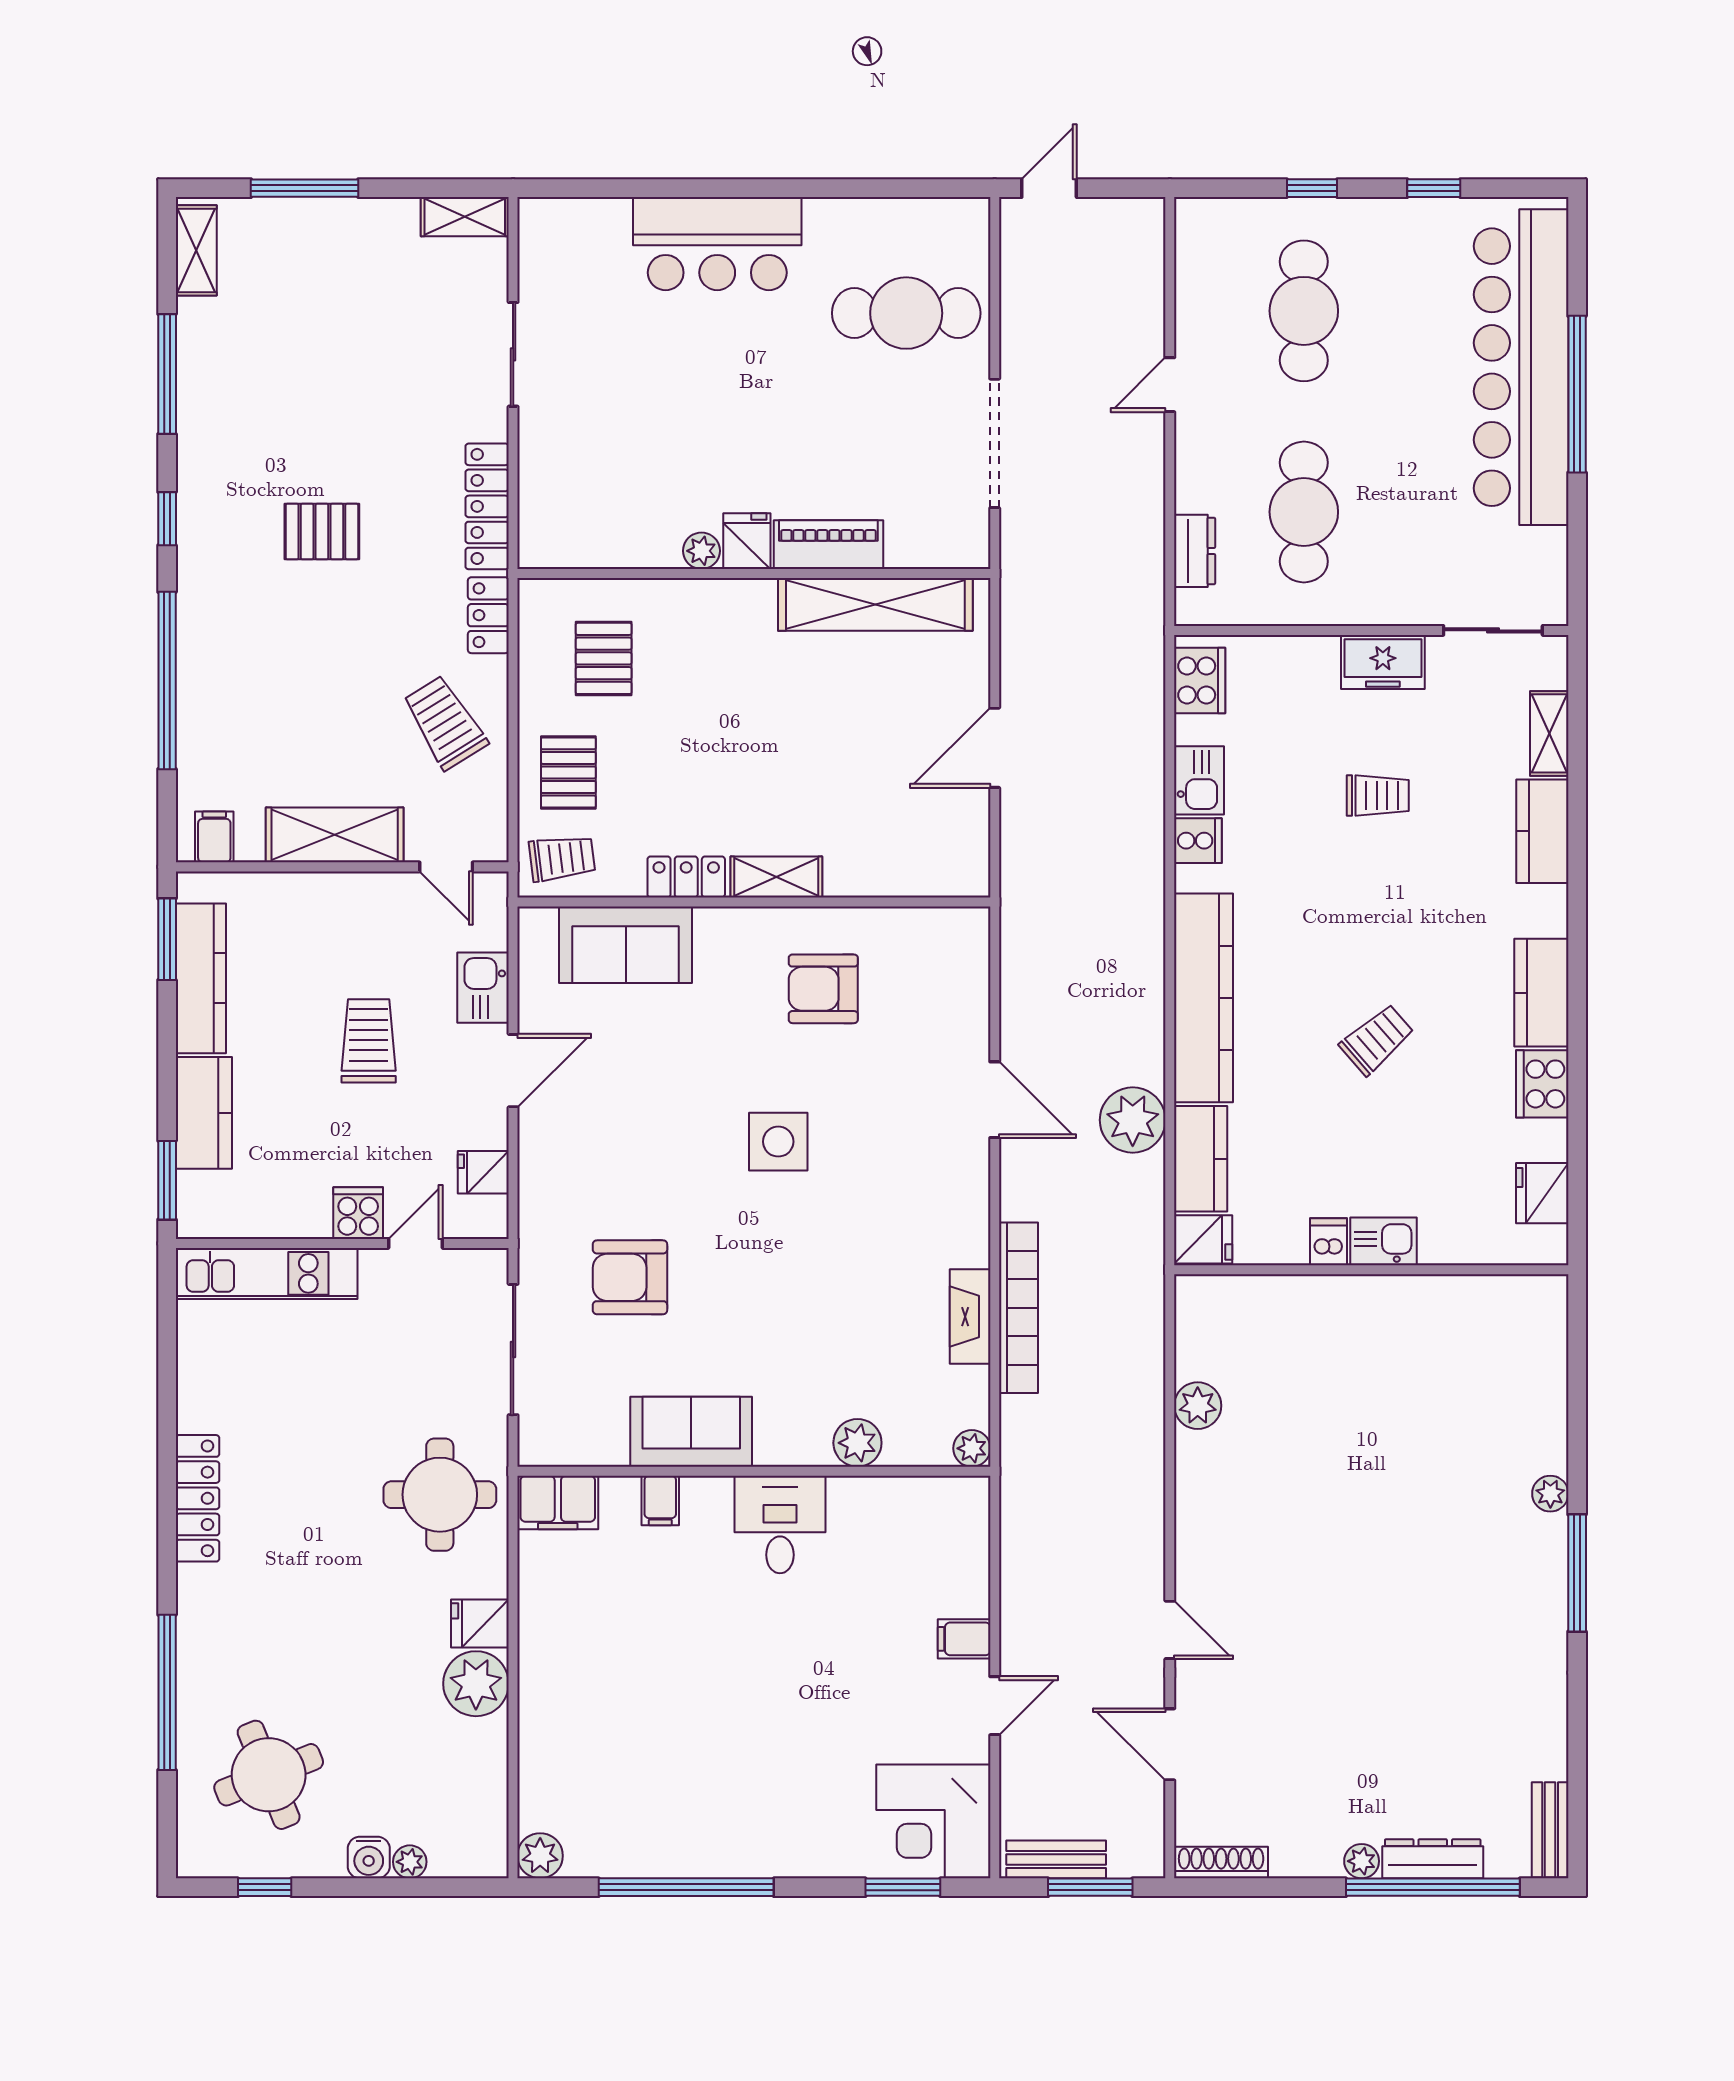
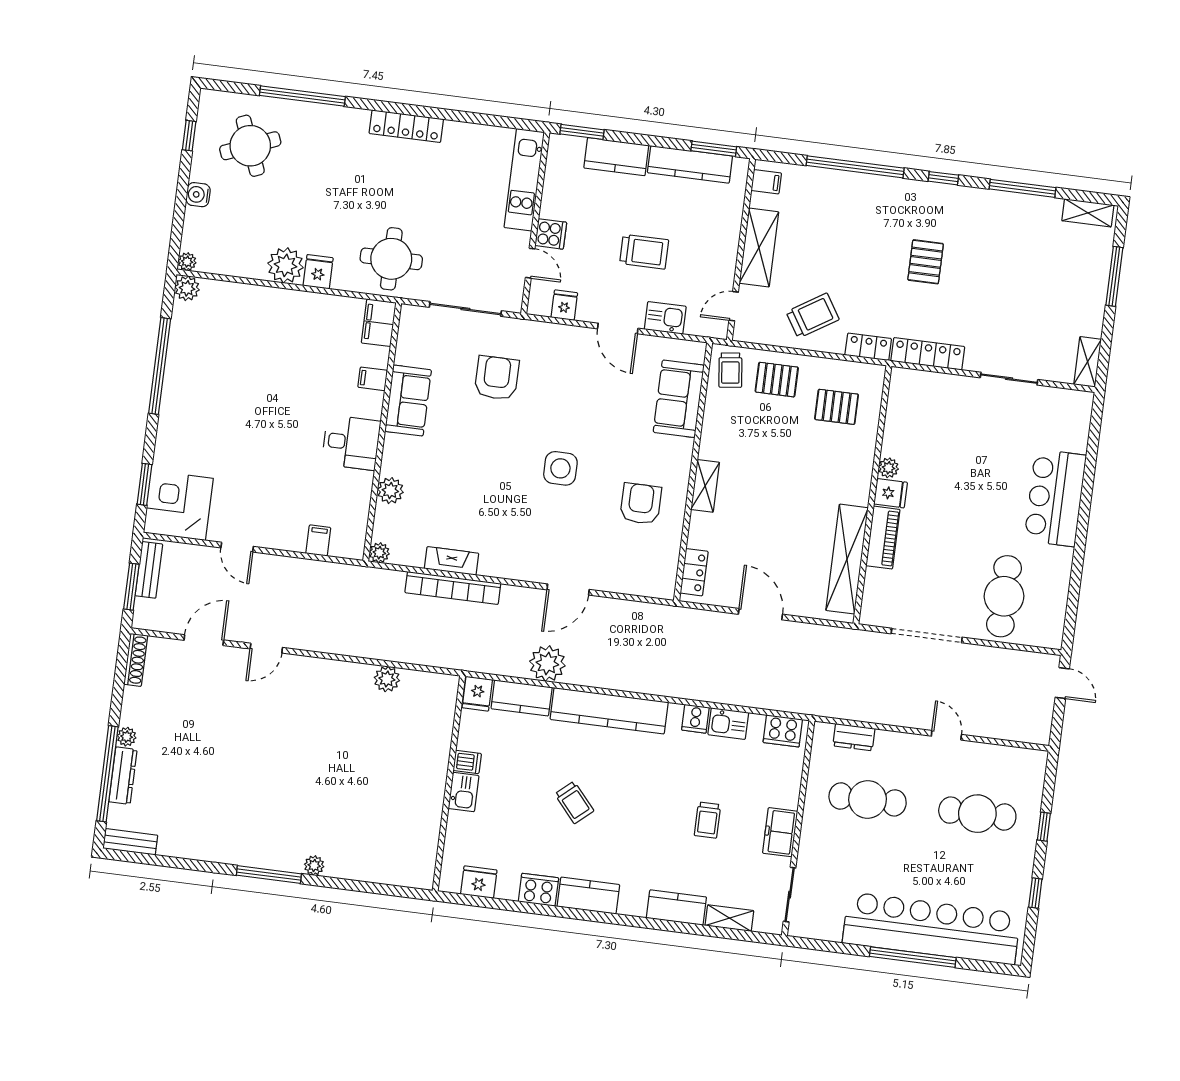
locker: (686, 877) -> (694, 572), moved
filing cabinet: (964, 1639) -> (318, 541), moved
plant: (410, 1862) -> (187, 262), moved

